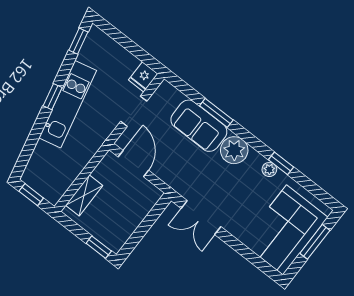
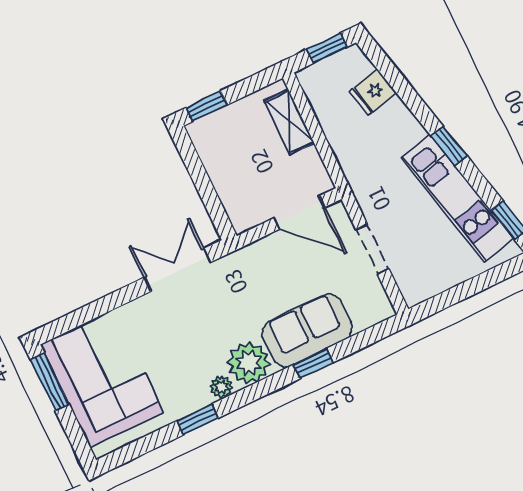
fridge: (143, 77) -> (373, 92), moved, turned -103
kitchen unit: (68, 104) -> (457, 198), moved
window: (216, 113) -> (313, 364), width x0.67
plant: (269, 169) -> (222, 387), moved
window: (315, 242) -> (50, 382), moved

